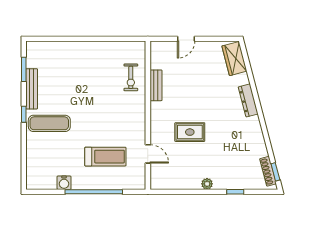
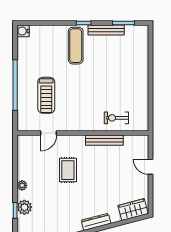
bench: (156, 85) -> (104, 140), width x1.36
plant: (232, 181) -> (24, 207), added
water cooler: (64, 183) -> (23, 31), moved

